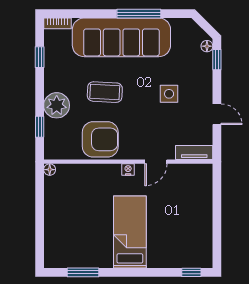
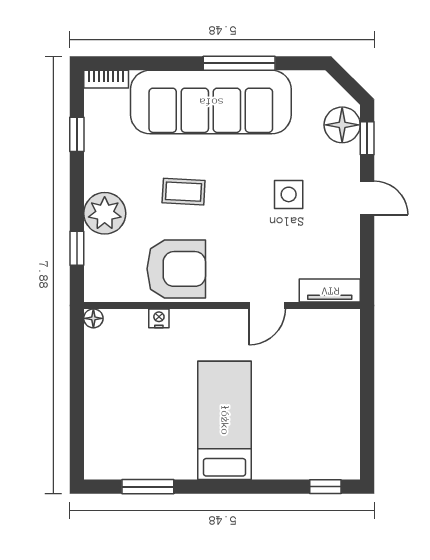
floor lamp: (207, 46) -> (342, 125), width x1.89, depth x1.89
coffee table: (105, 92) -> (184, 192), width x0.73, depth x0.77
door: (217, 114) -> (367, 198), moved
nightstand: (128, 170) -> (159, 318), moved

